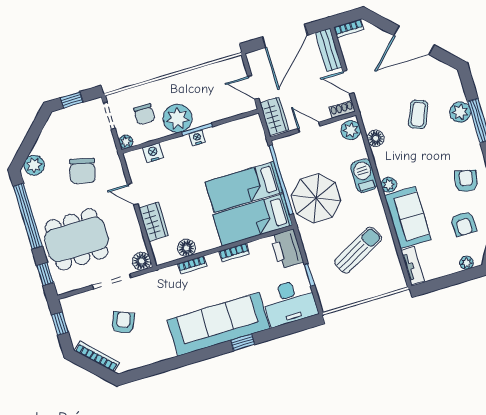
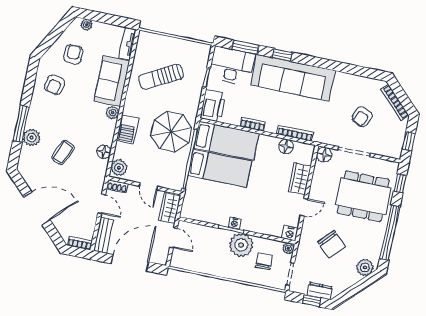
dresser: (68, 115) -> (320, 291), added
nightstand: (153, 153) -> (290, 233), moved
chair: (82, 171) -> (332, 244), turned 119
door: (133, 194) -> (304, 207), hinge flipped
bookcase: (192, 265) -> (295, 133), width x1.56
window: (286, 329) -> (245, 47), added

